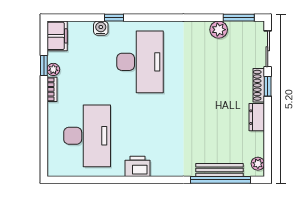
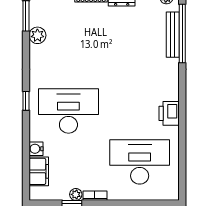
window: (114, 18) -> (26, 101), moved
filing cabinet: (57, 36) -> (39, 171), moved, turned 90

